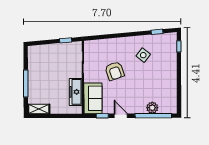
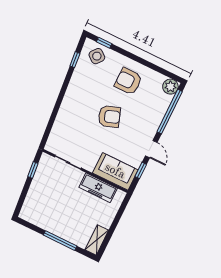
side table: (143, 55) -> (97, 56), moved
armchair: (115, 71) -> (109, 116), moved
armchair: (160, 76) -> (128, 81), added
plant: (152, 108) -> (170, 87), moved
door: (121, 116) -> (151, 149), swing flipped

